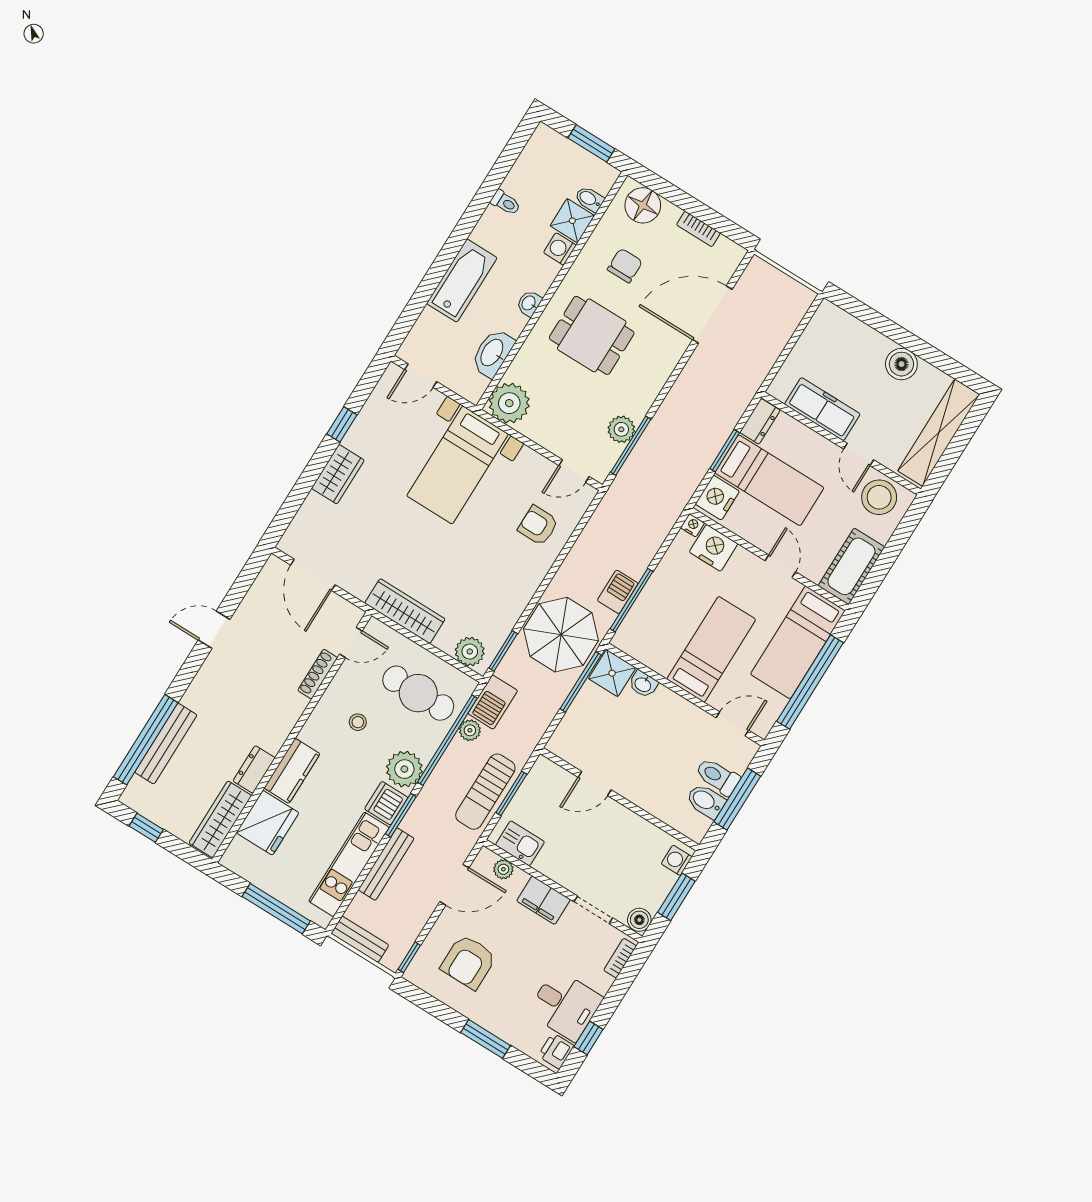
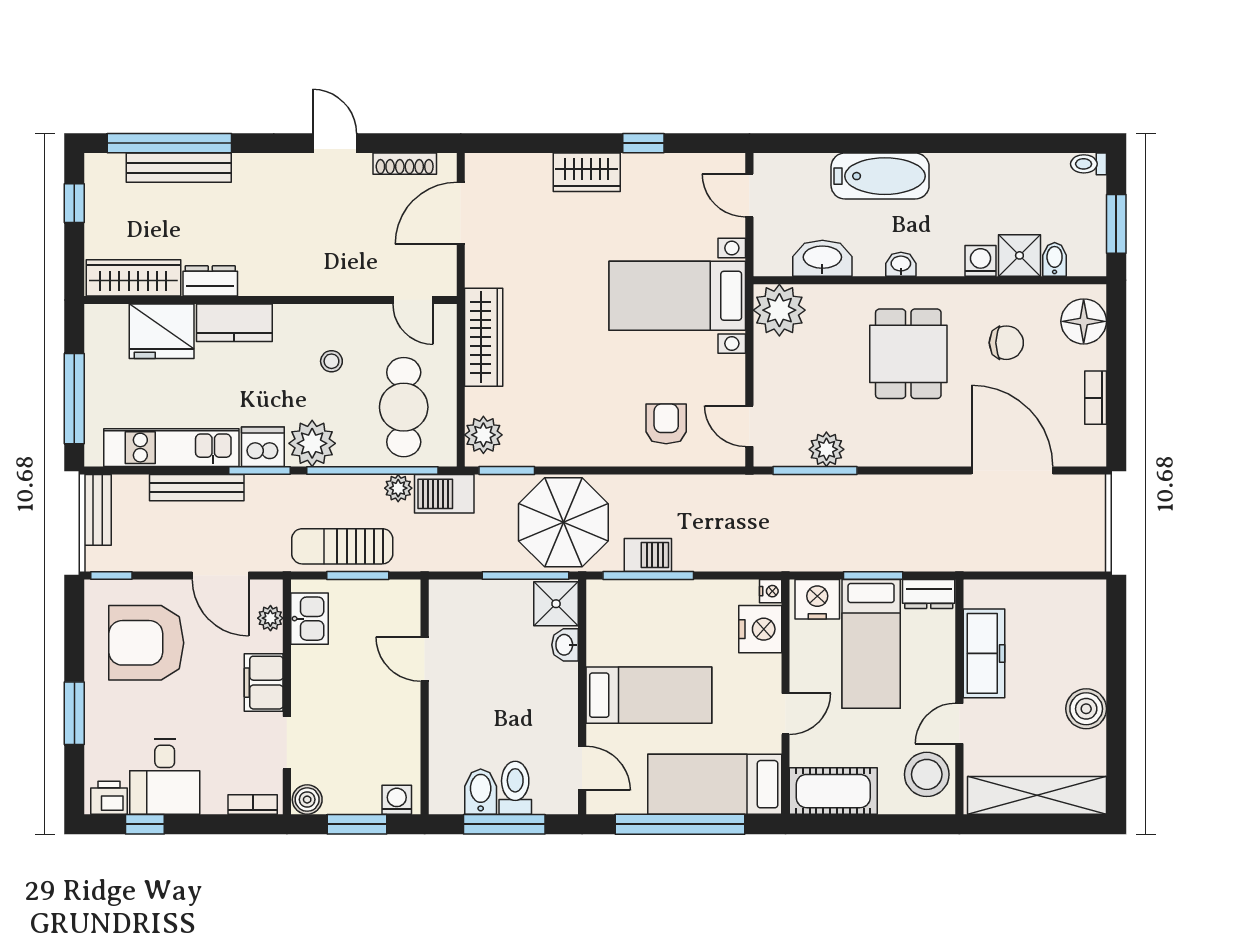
toilet: (505, 203) -> (1089, 164), moved, turned 90
shoe rack: (318, 674) -> (405, 164), moved, turned 180
armchair: (468, 962) -> (146, 643), width x1.36, depth x1.36

